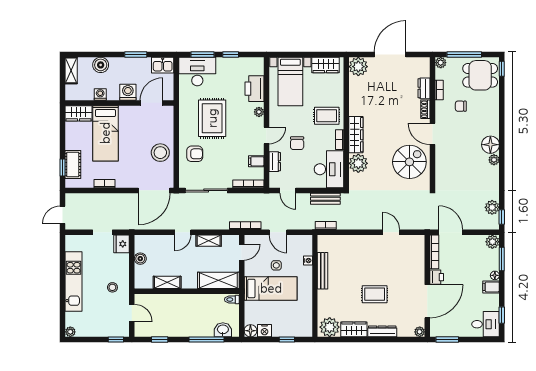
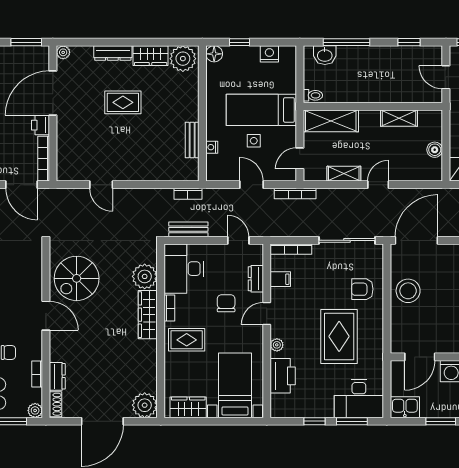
shoe rack: (425, 109) -> (55, 404), moved
bench: (323, 271) -> (192, 140), width x0.73
floor lamp: (250, 331) -> (214, 54), moved

